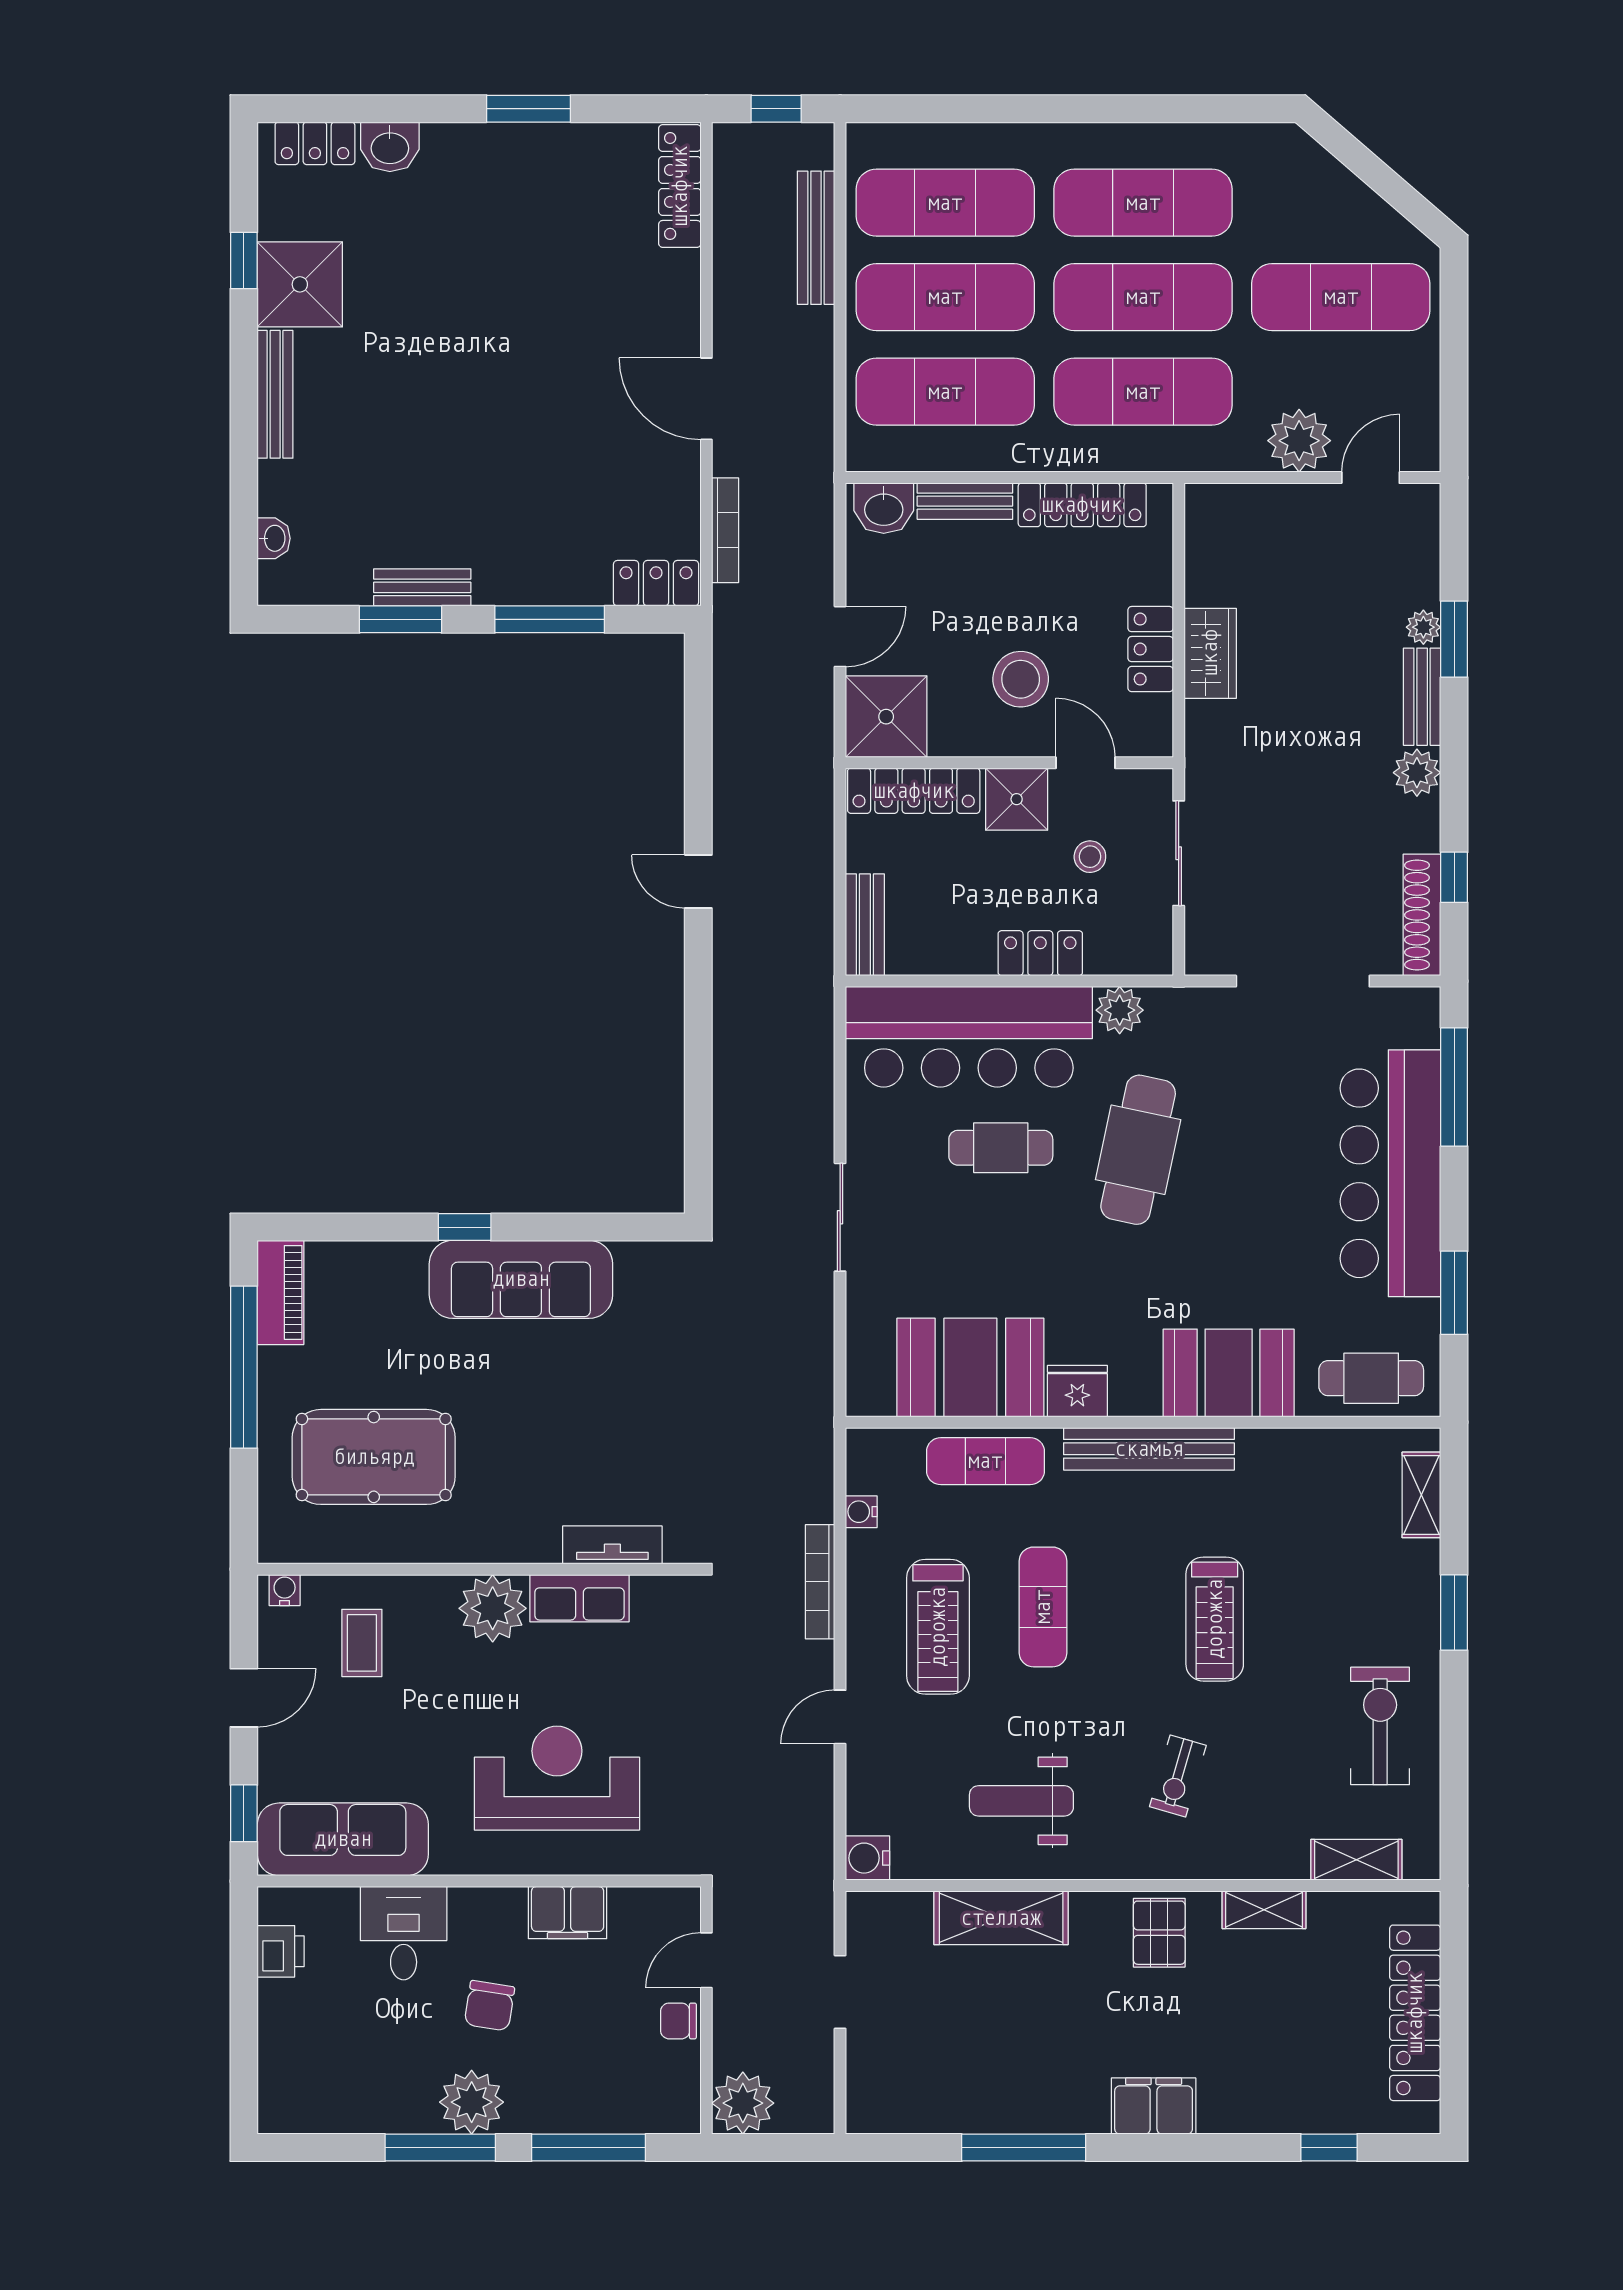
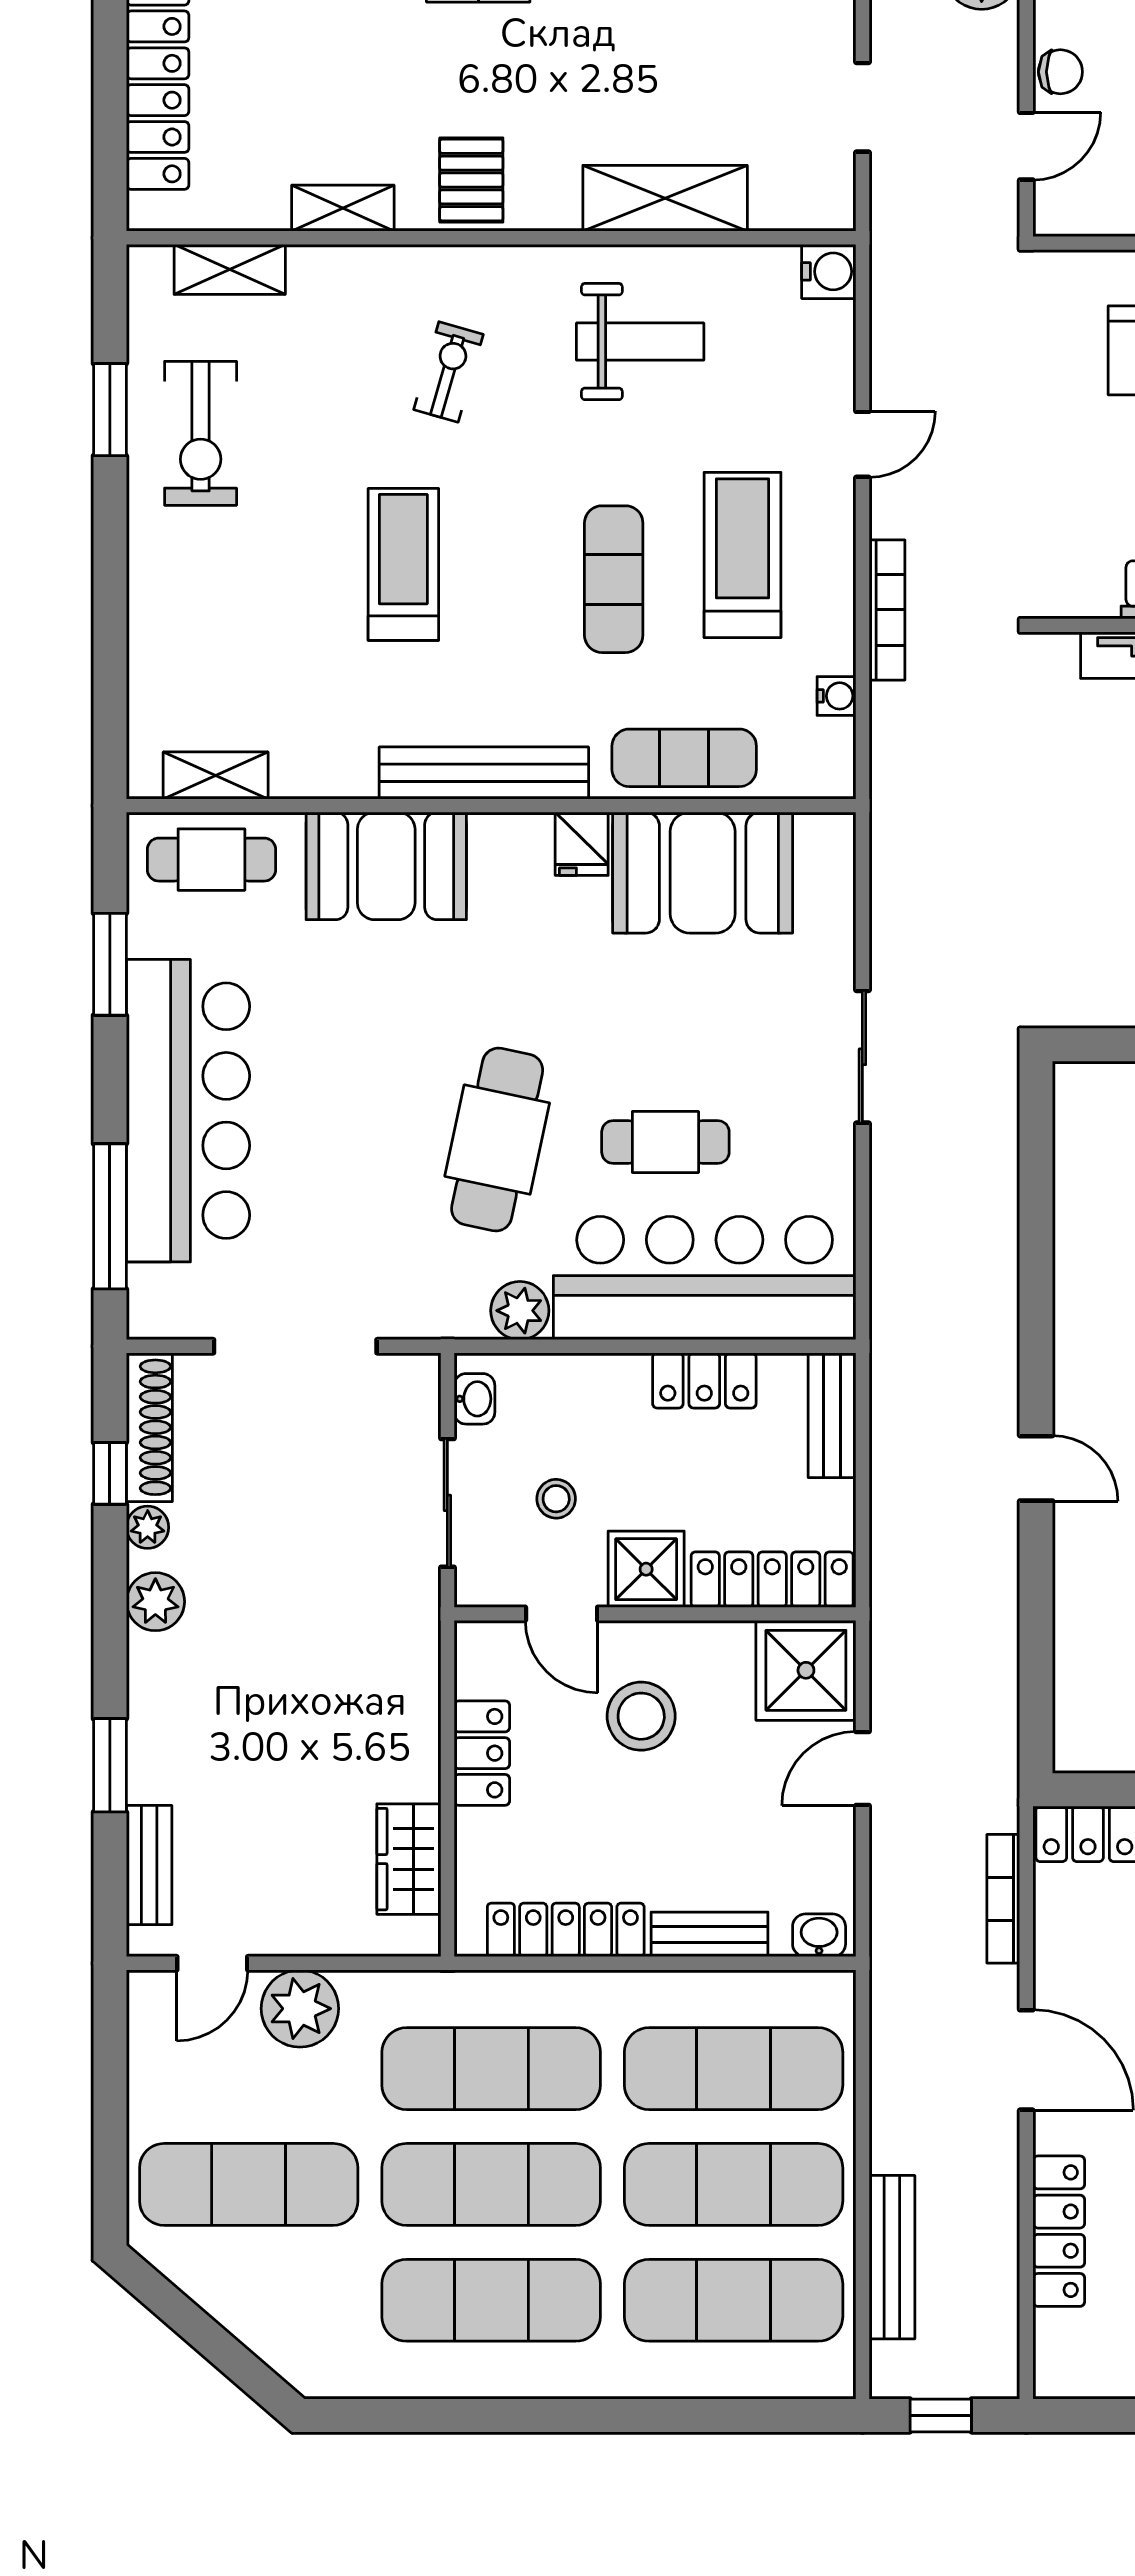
locker: (680, 186) -> (1059, 2231), moved
washbasin: (884, 508) -> (819, 1935), width x0.72, depth x0.69
plant: (1423, 627) -> (148, 1527), moved
wardrobe: (1210, 653) -> (409, 1859), moved
bench: (1422, 697) -> (149, 1865), moved
washbasin: (1157, 938) -> (474, 1399), added
locker: (1040, 953) -> (704, 1380), moved
fridge: (1077, 1391) -> (582, 844), width x0.72
shelving: (1421, 1495) -> (216, 775), moved, turned 90
window: (1454, 1613) -> (110, 410), moved

